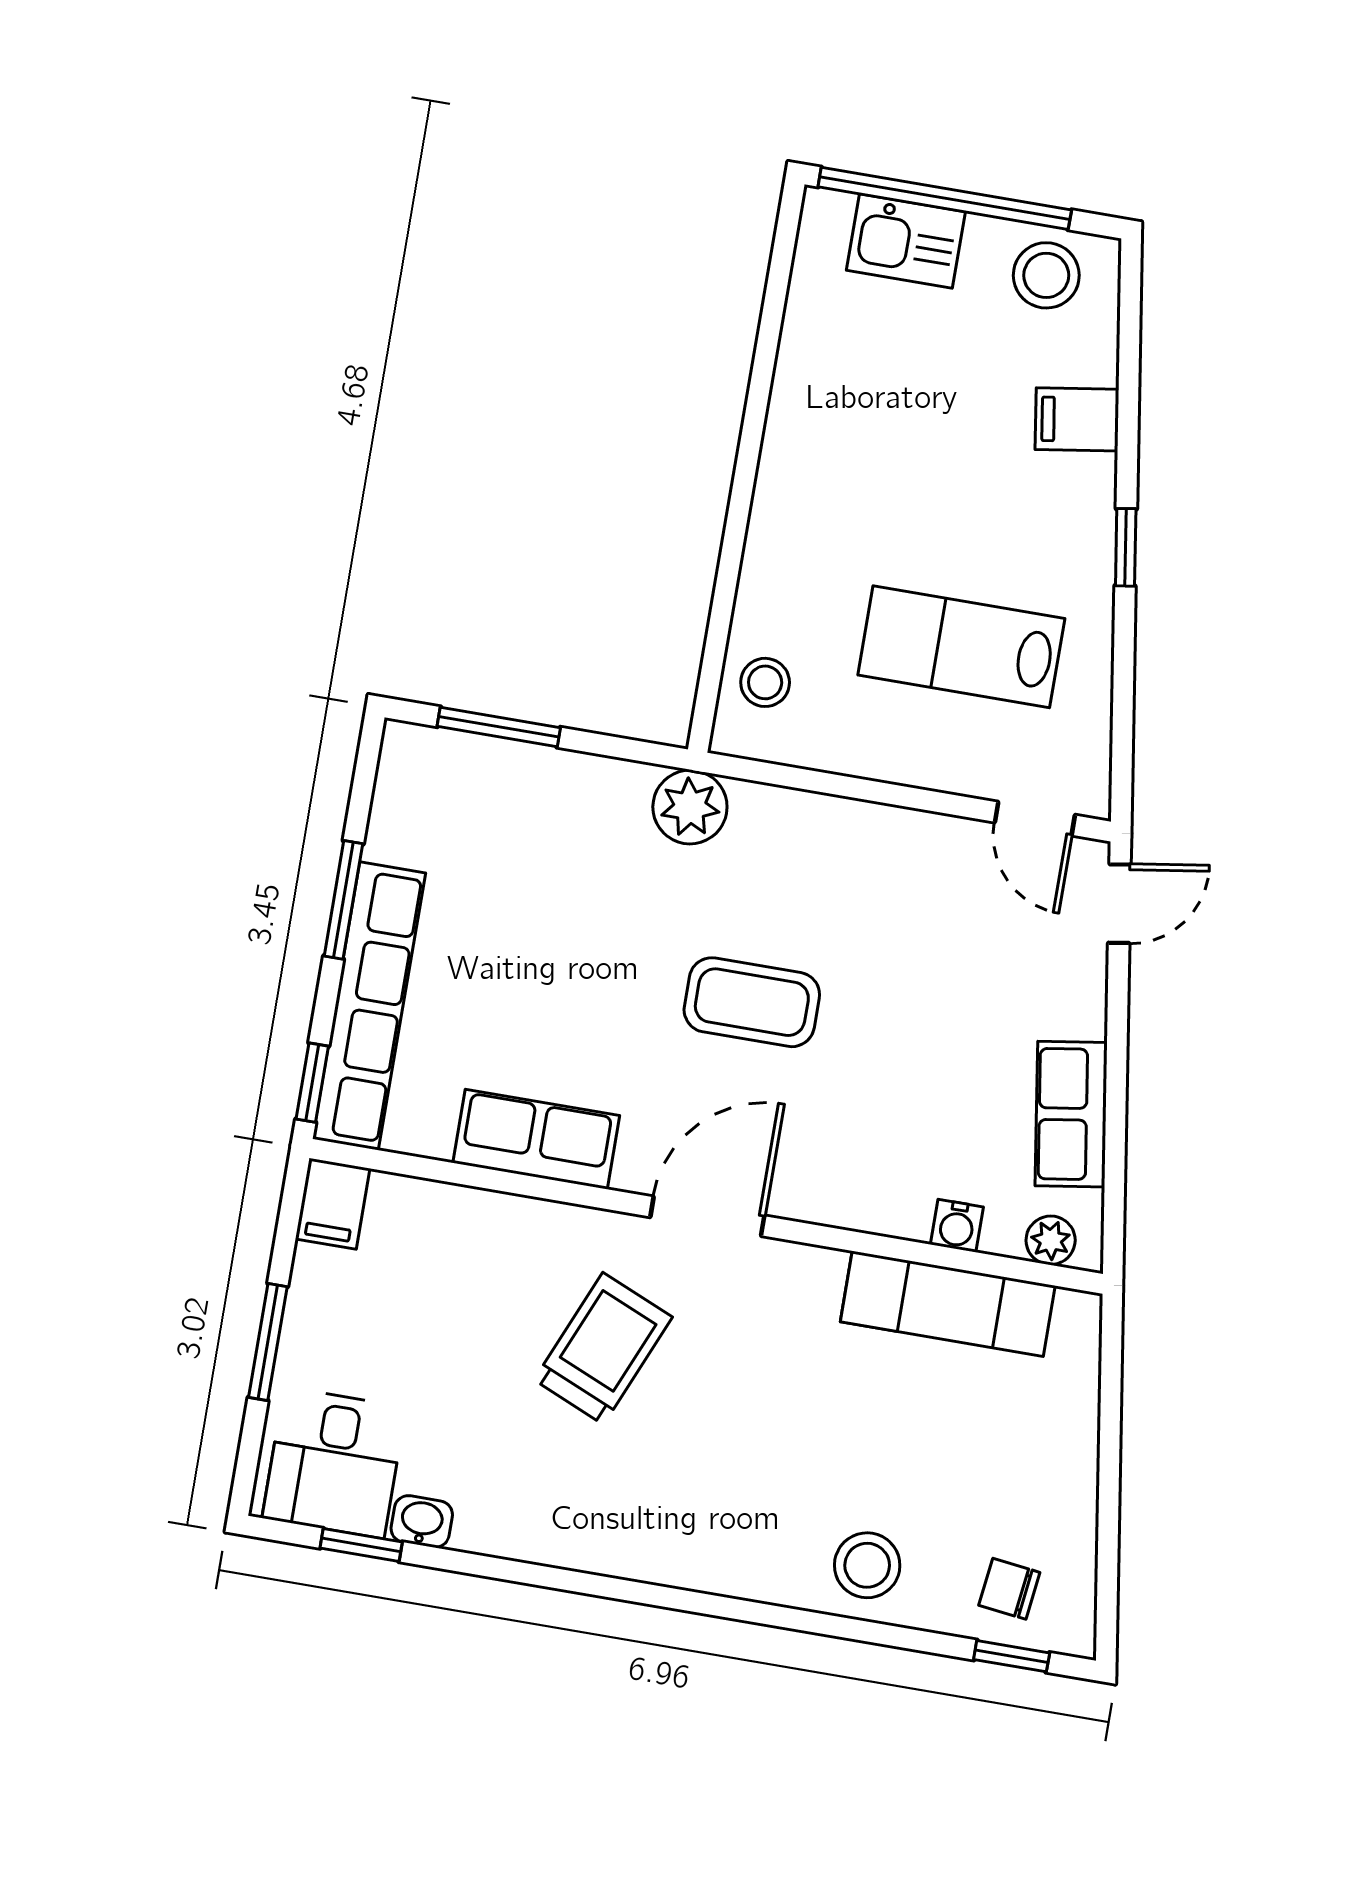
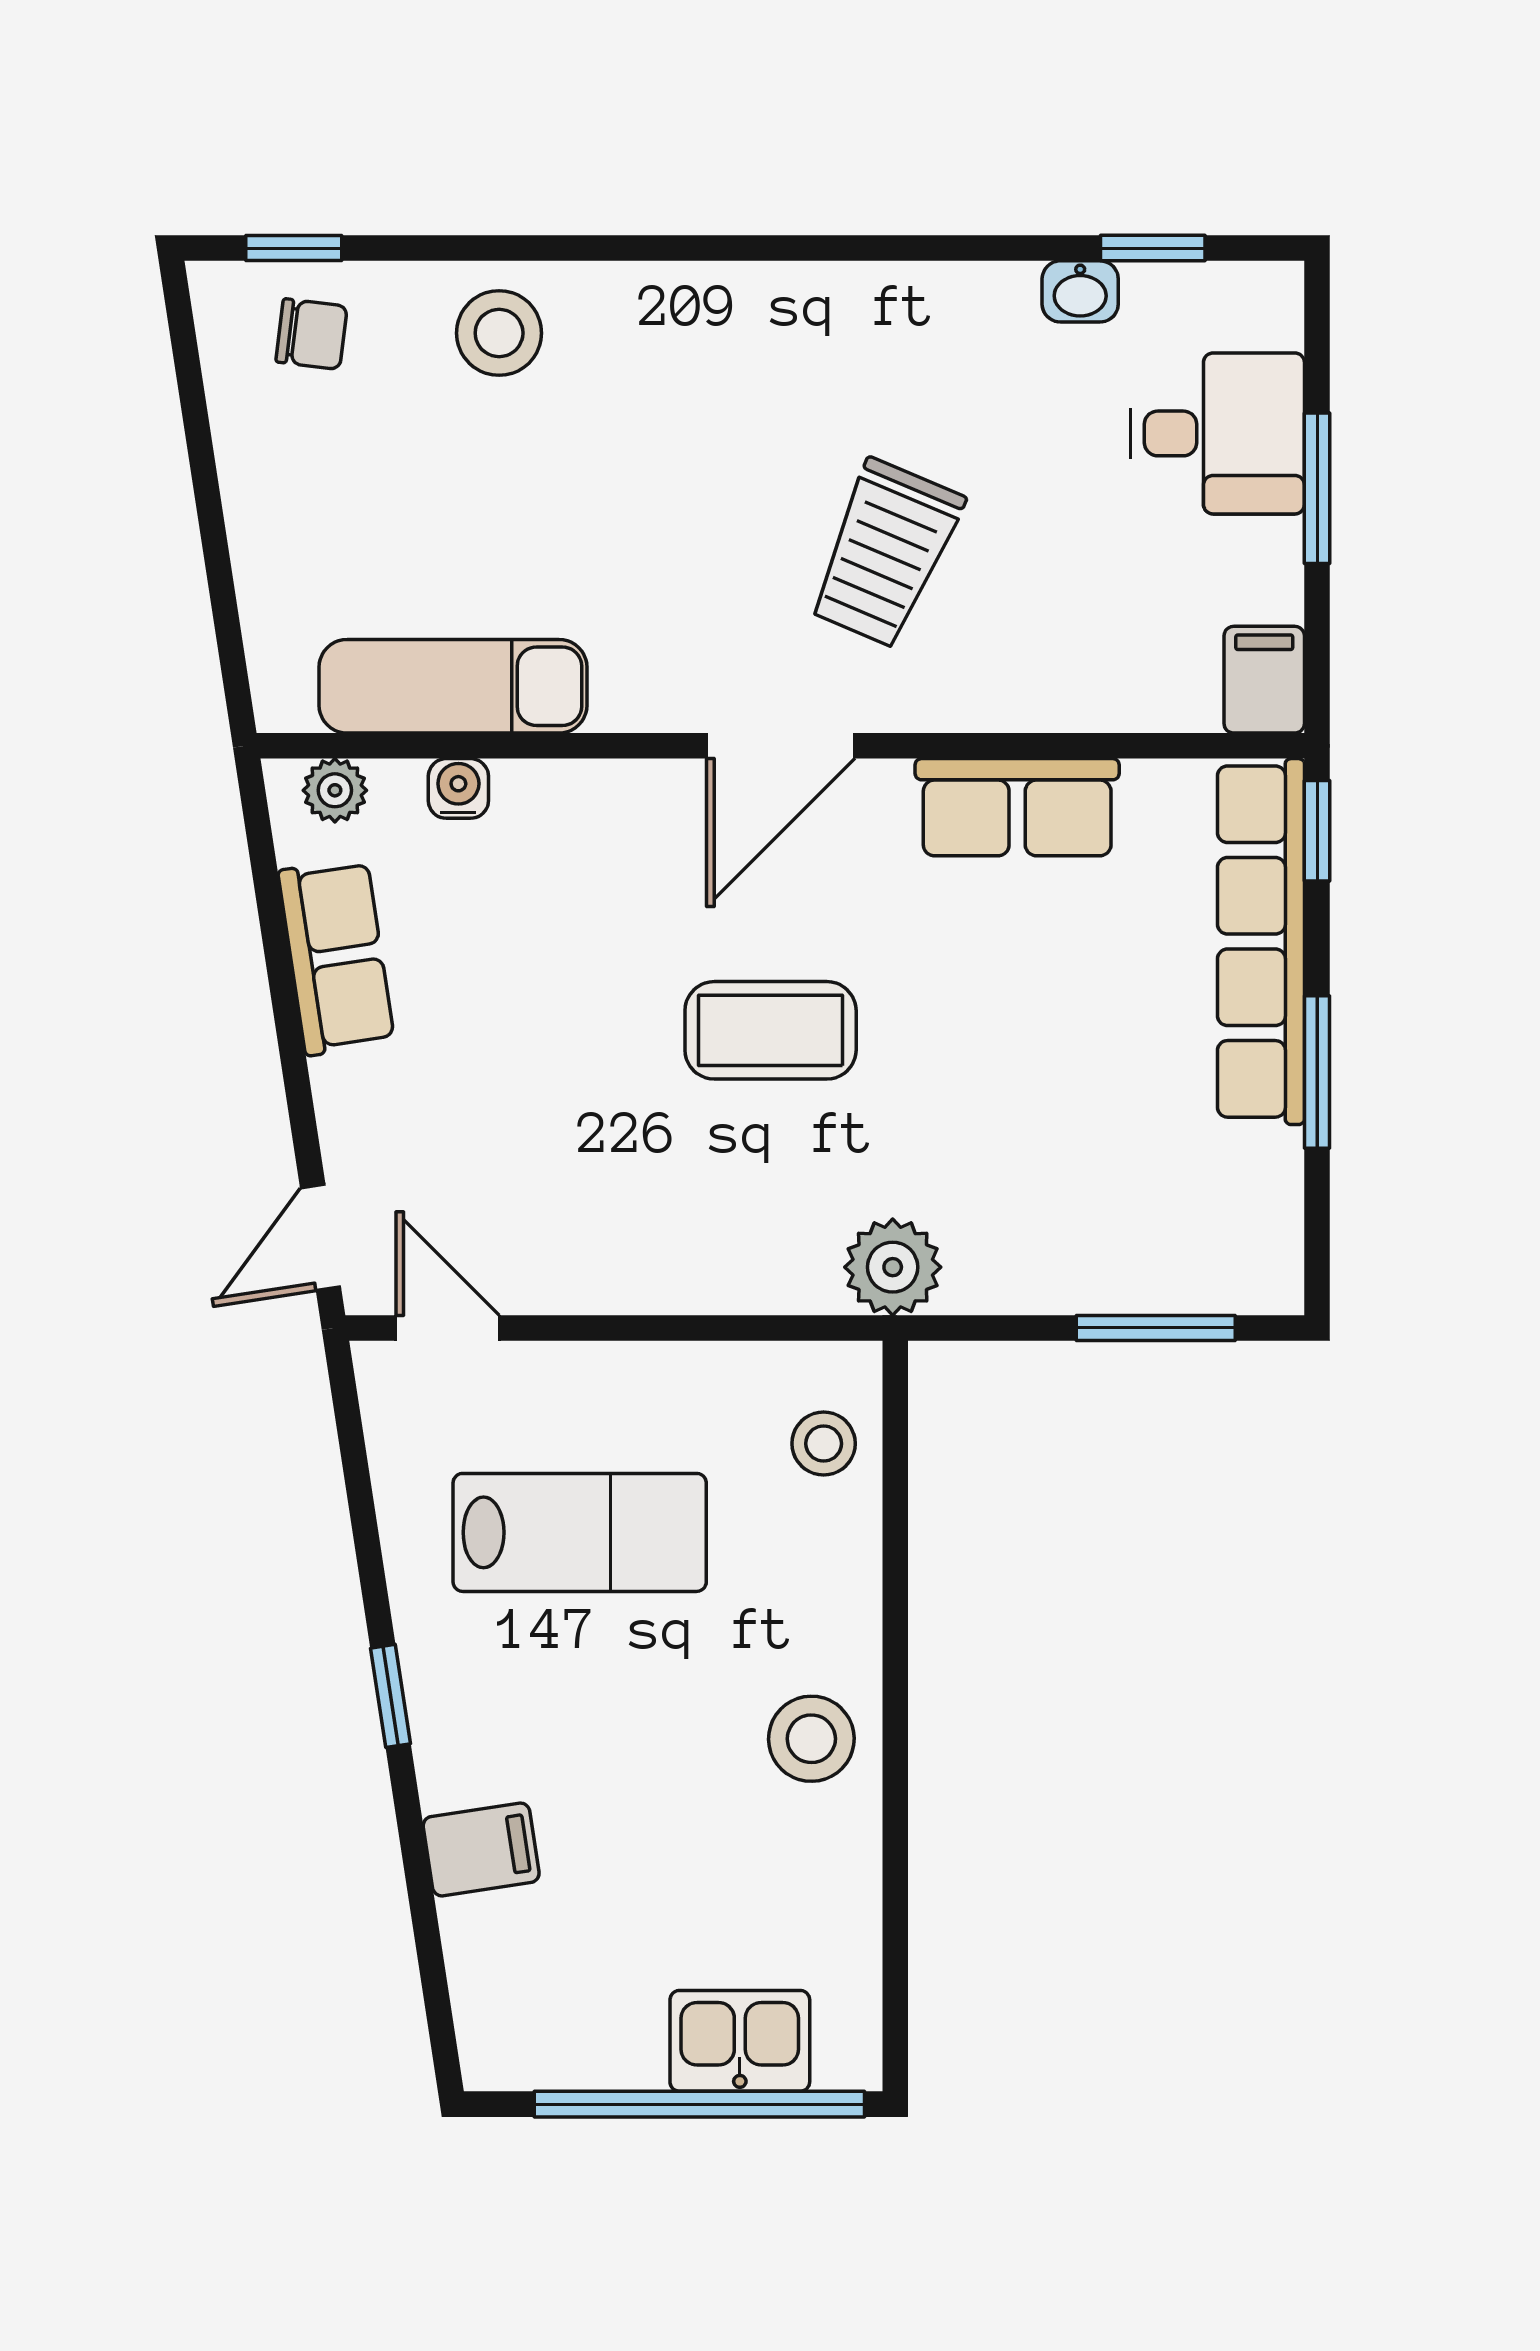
stool: (1046, 275) -> (811, 1739), moved
desk: (334, 1463) -> (1217, 433), moved, turned 90

